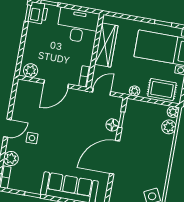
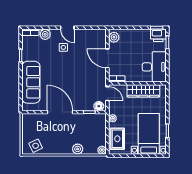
floor lamp: (112, 125) -> (99, 106), moved
plant: (169, 127) -> (78, 149), moved

